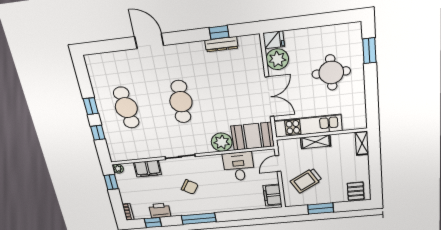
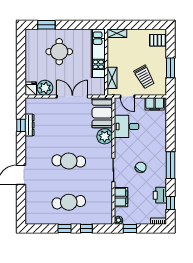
kitchen unit: (308, 126) -> (98, 53), moved
shelving: (316, 142) -> (112, 78), moved

